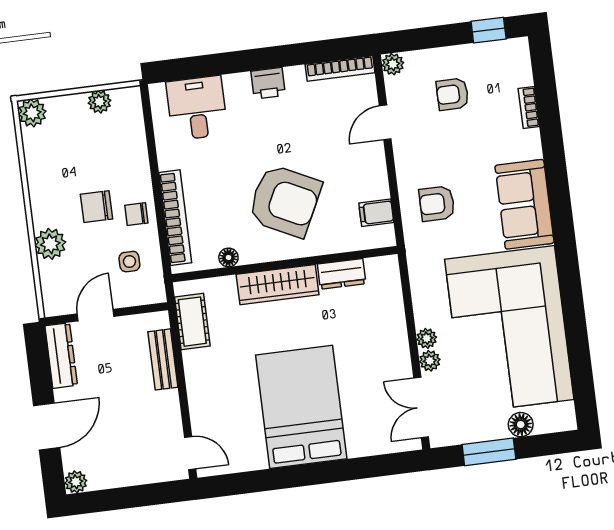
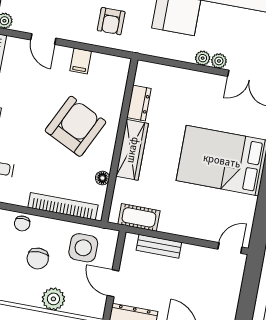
filing cabinet: (376, 213) -> (81, 61), moved
chair: (136, 214) -> (22, 223), moved
side table: (129, 262) -> (83, 248), width x1.87, depth x1.87

